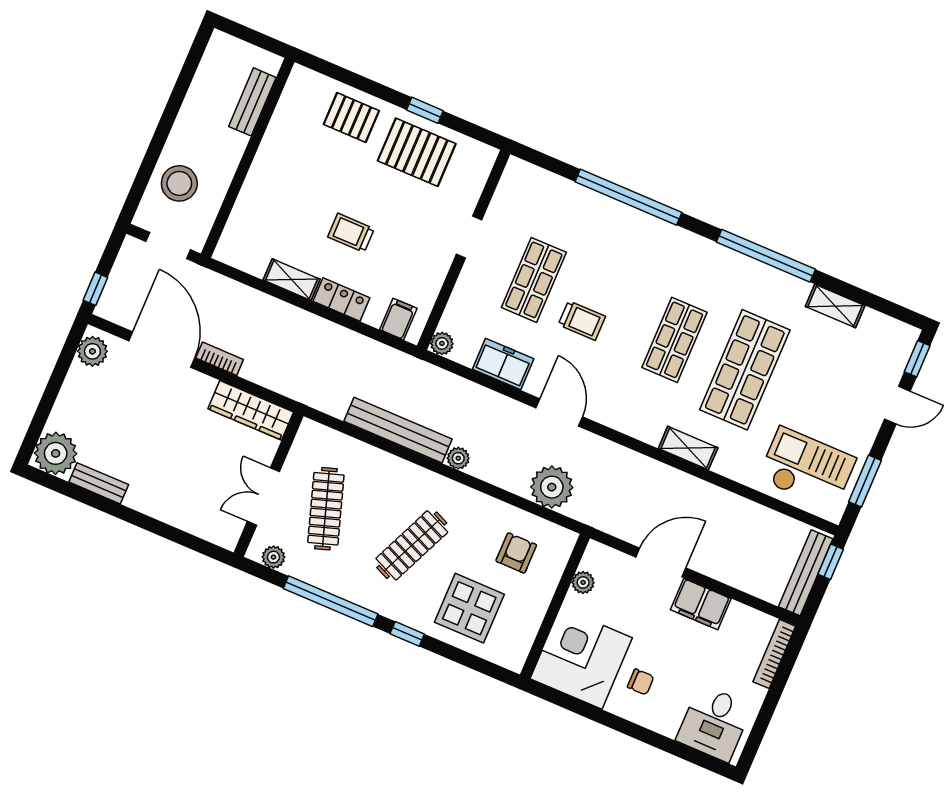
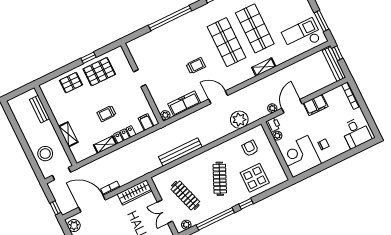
shelving: (252, 195) -> (68, 134), added
shop shelf: (534, 280) -> (170, 70), removed
shop shelf: (674, 340) -> (227, 42), width x1.43, depth x1.36
freezer: (503, 364) -> (184, 104), width x1.40
plant: (458, 458) -> (272, 108), moved
printer: (597, 557) -> (273, 125), added

